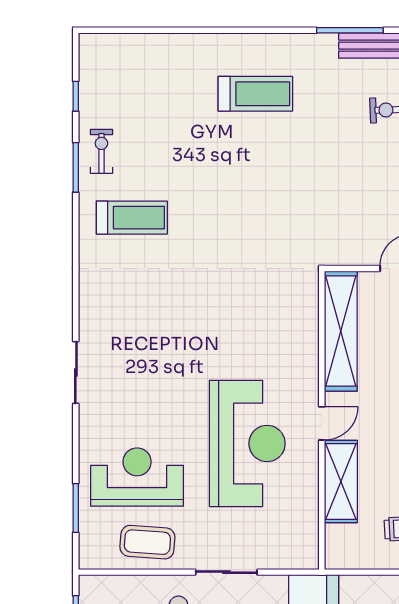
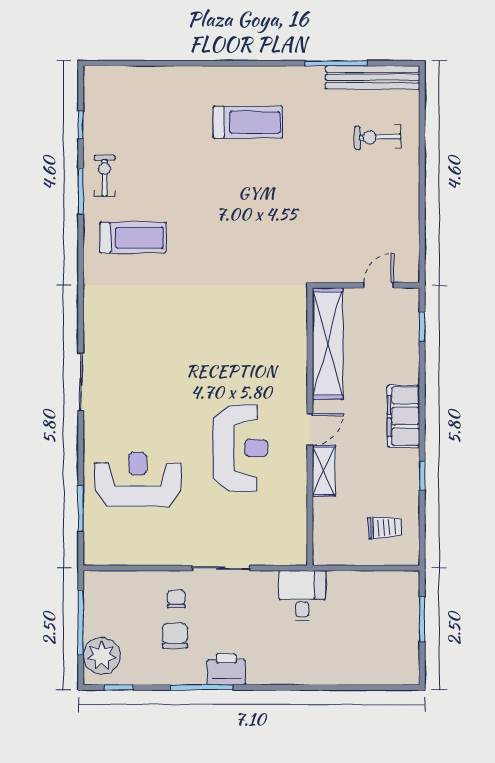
reception desk: (247, 444) -> (241, 448), width x0.74, depth x0.77
shelving: (341, 482) -> (324, 471), width x0.67, depth x0.75
coffee table: (147, 542) -> (147, 540), removed

